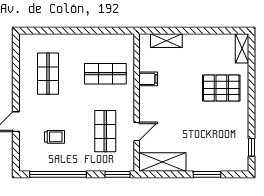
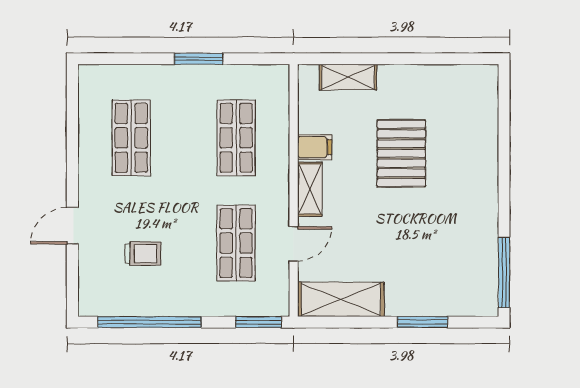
window: (85, 31) -> (199, 59), added
shelving: (242, 48) -> (310, 189), moved
shop shelf: (105, 74) -> (236, 138), turned 90
pallet: (221, 88) -> (401, 153), moved, turned 90
window: (251, 147) -> (504, 272), width x2.17

